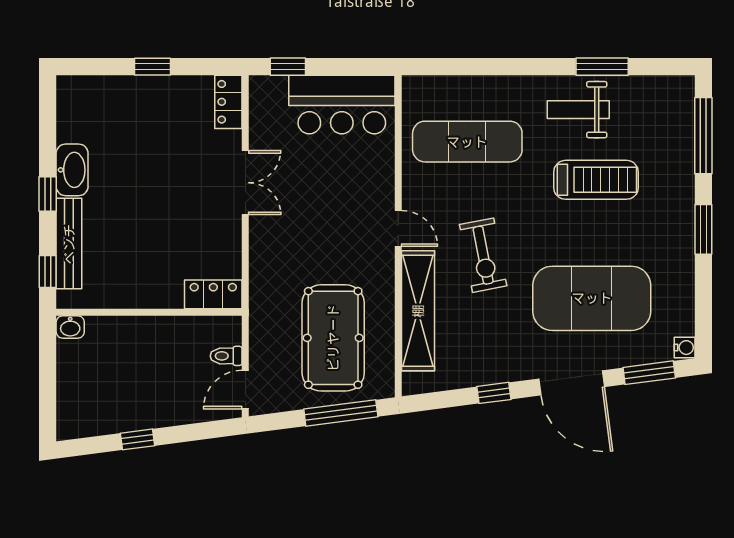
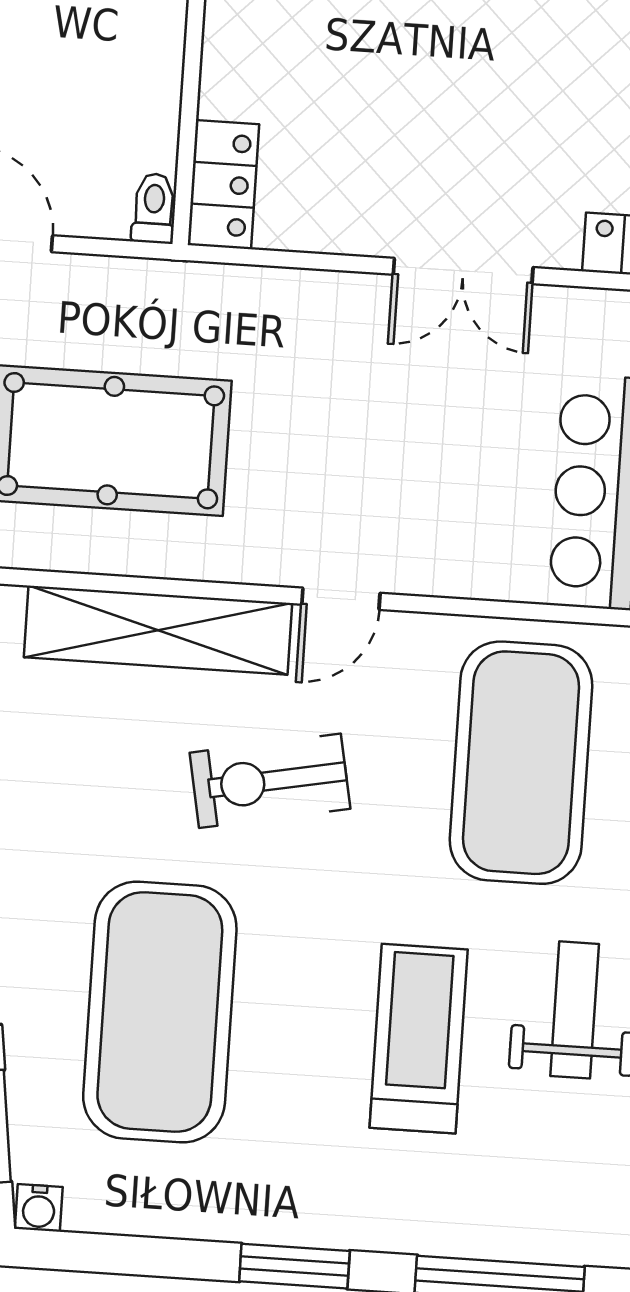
exercise mat: (467, 142) -> (521, 763), width x1.47
treadmill: (596, 180) -> (419, 1039), turned 180
toilet: (226, 356) -> (154, 208), moved

